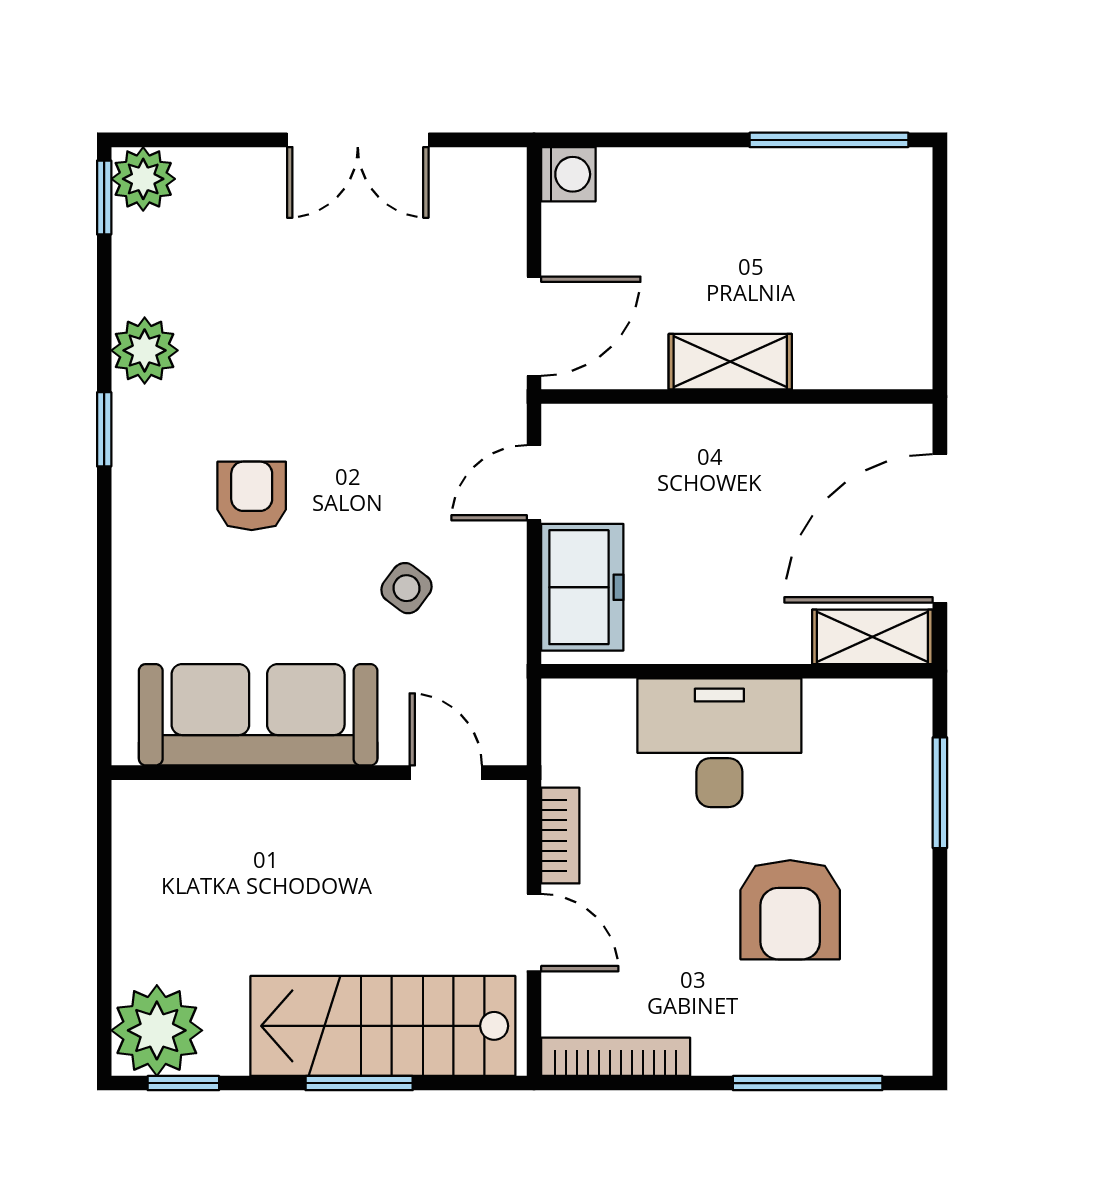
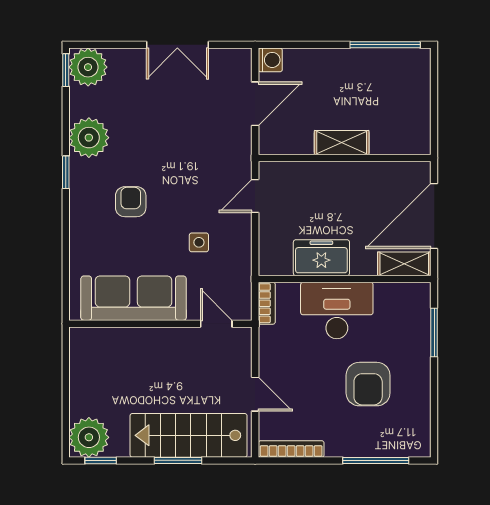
plant: (143, 179) -> (88, 67), width x1.36, depth x1.36
door: (534, 326) -> (255, 104), moved
plant: (145, 350) -> (89, 138), width x1.36, depth x1.36
freezer: (582, 587) -> (321, 258), moved, turned -90
side table: (406, 588) -> (199, 242), turned -37
bookcase: (560, 836) -> (267, 303), moved

